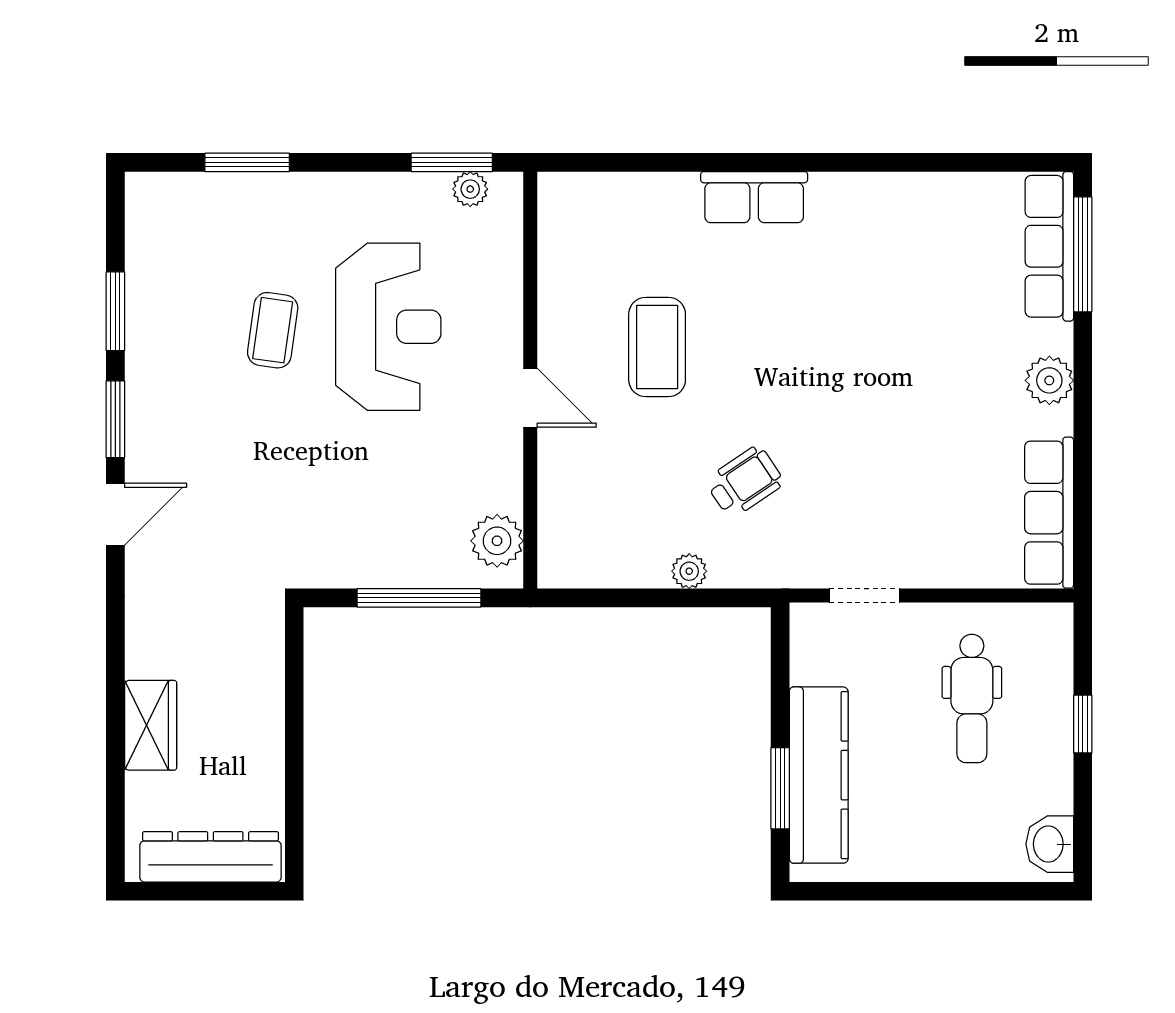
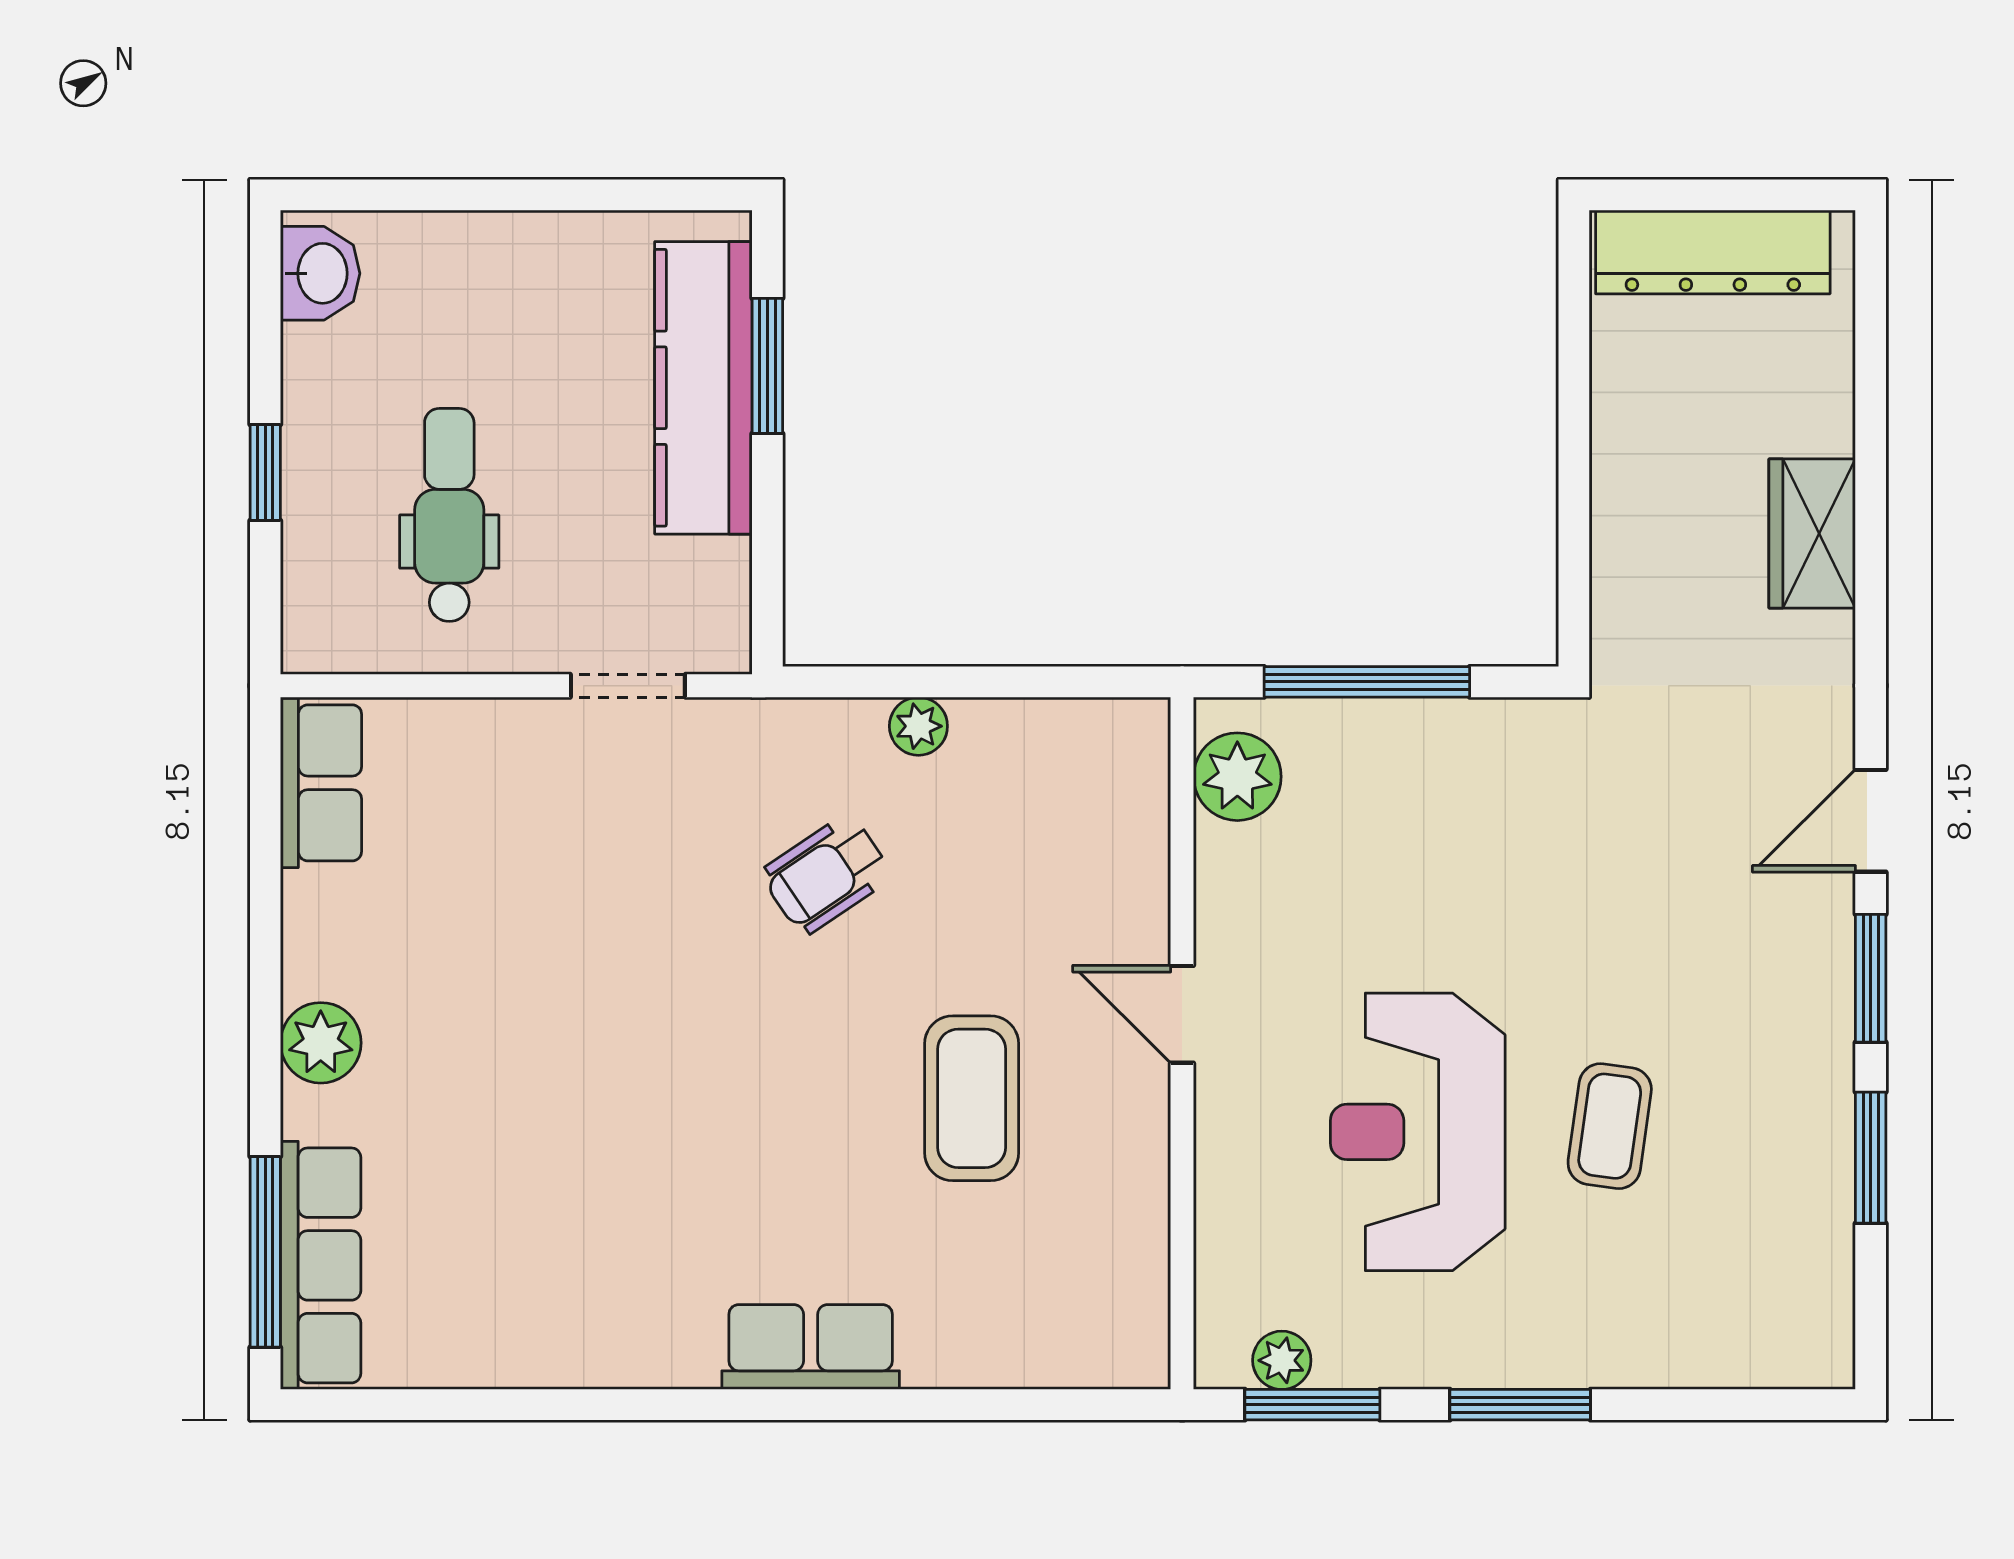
window: (247, 162) -> (1520, 1405), moved
row of seats: (1049, 513) -> (321, 783), width x0.68
wardrobe: (151, 725) -> (1812, 533), moved

